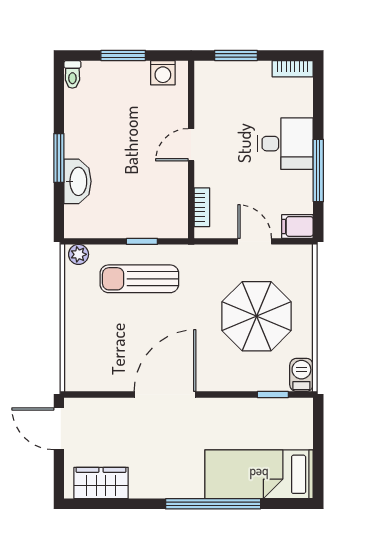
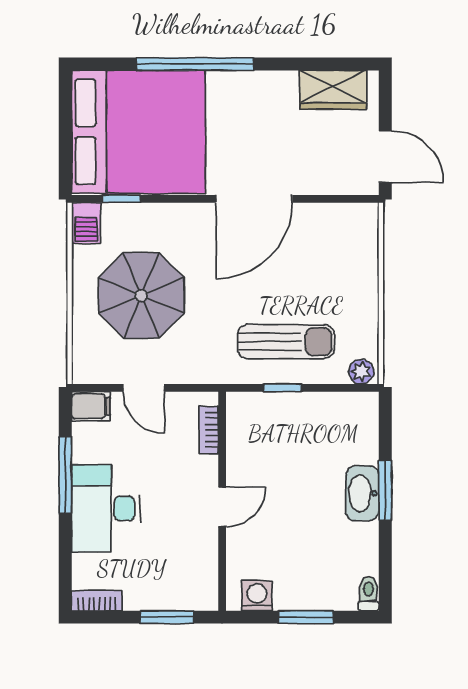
desk: (285, 144) -> (106, 508), width x1.37
washbasin: (78, 181) -> (362, 493), moved
bed: (259, 474) -> (138, 132), width x2.04

